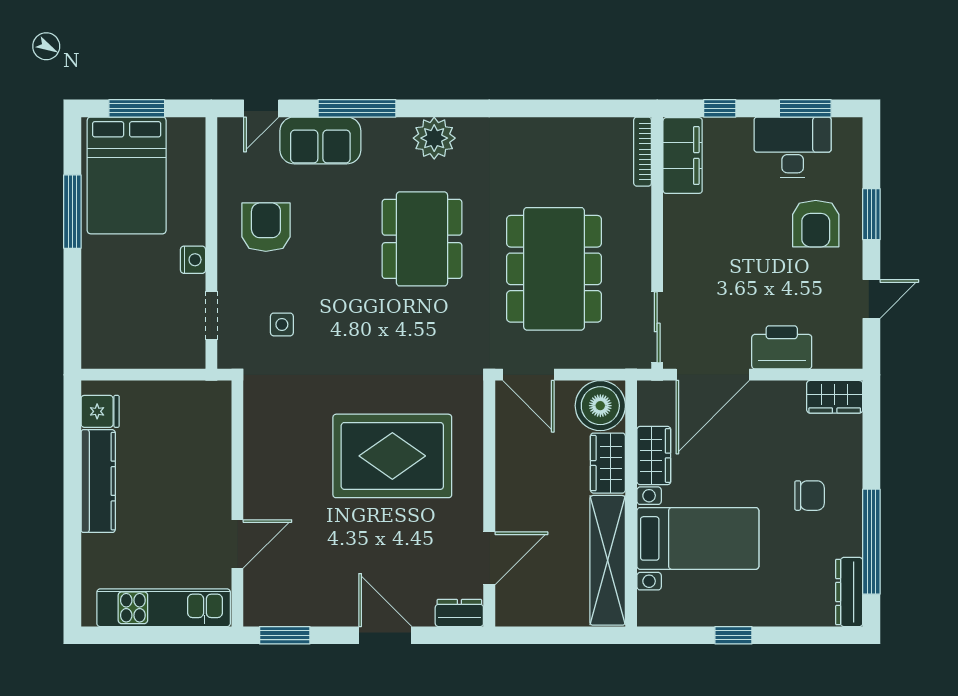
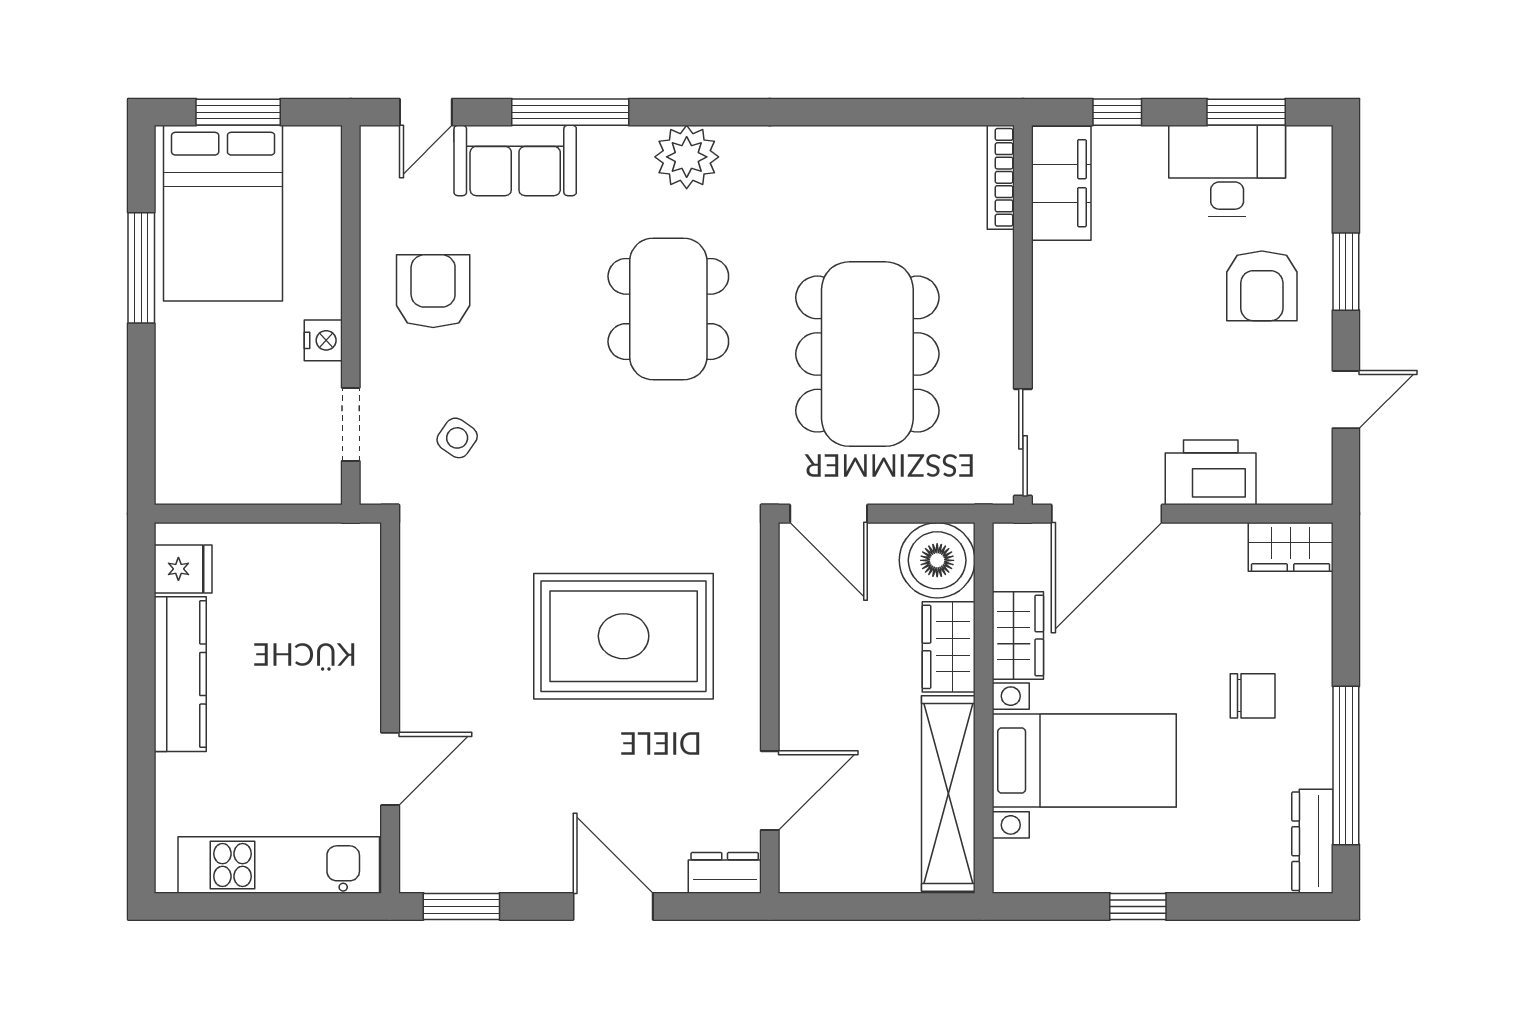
side table: (282, 324) -> (457, 438), turned 35

